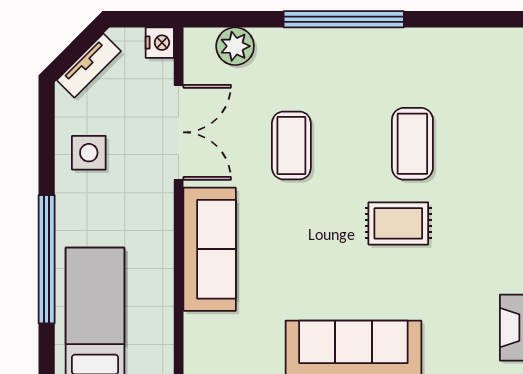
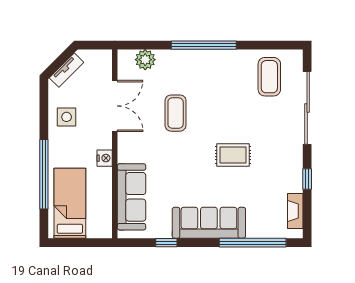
nightstand: (160, 43) -> (105, 158), moved
coffee table: (412, 144) -> (269, 77), moved
sofa: (210, 249) -> (132, 197), moved

